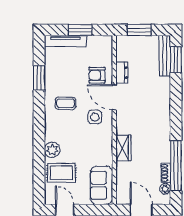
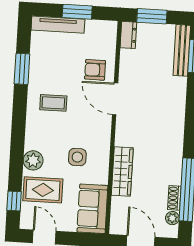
dresser: (122, 73) -> (128, 35), moved
side table: (95, 117) -> (77, 157), moved
wardrobe: (123, 148) -> (122, 172), width x1.50
window: (39, 183) -> (14, 201), added

